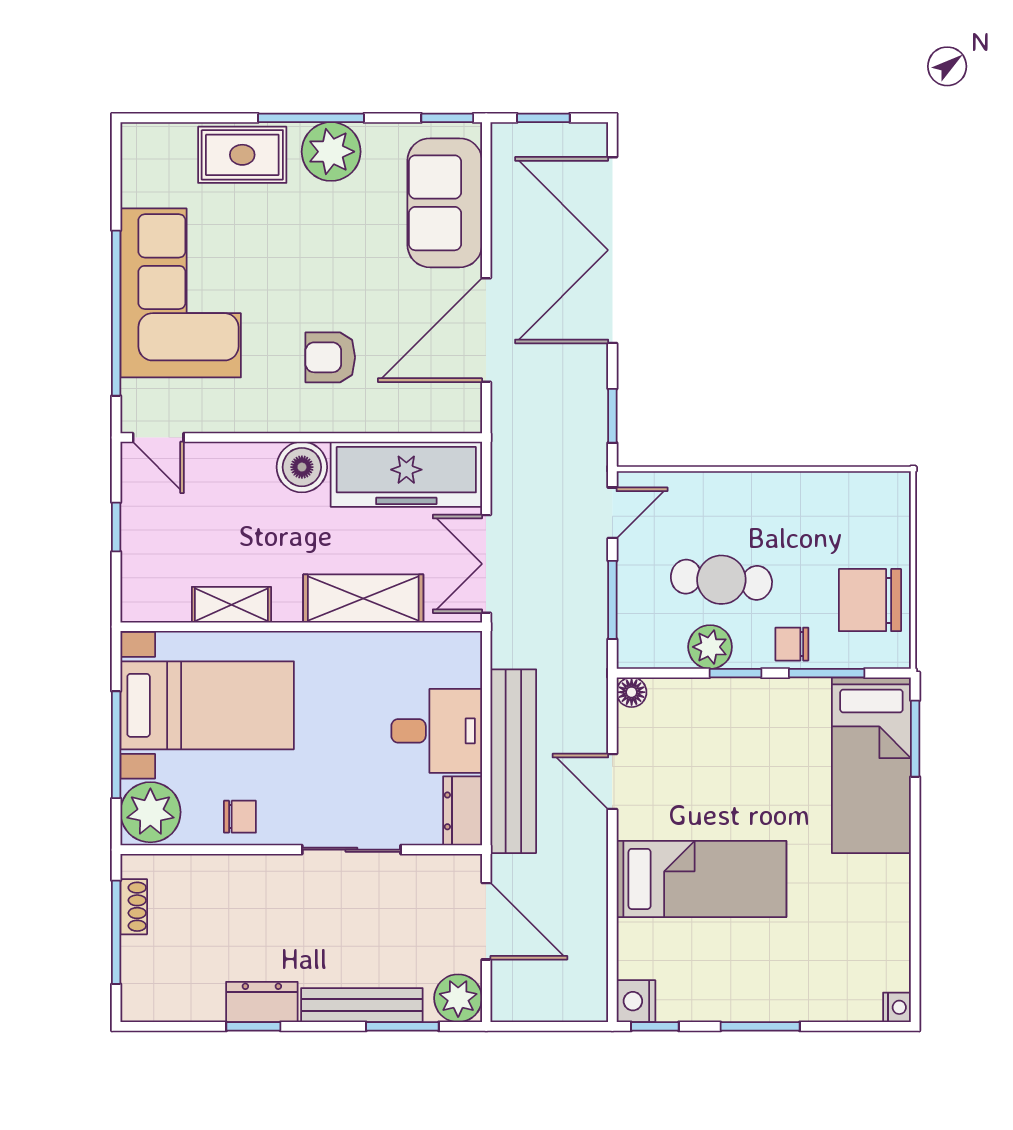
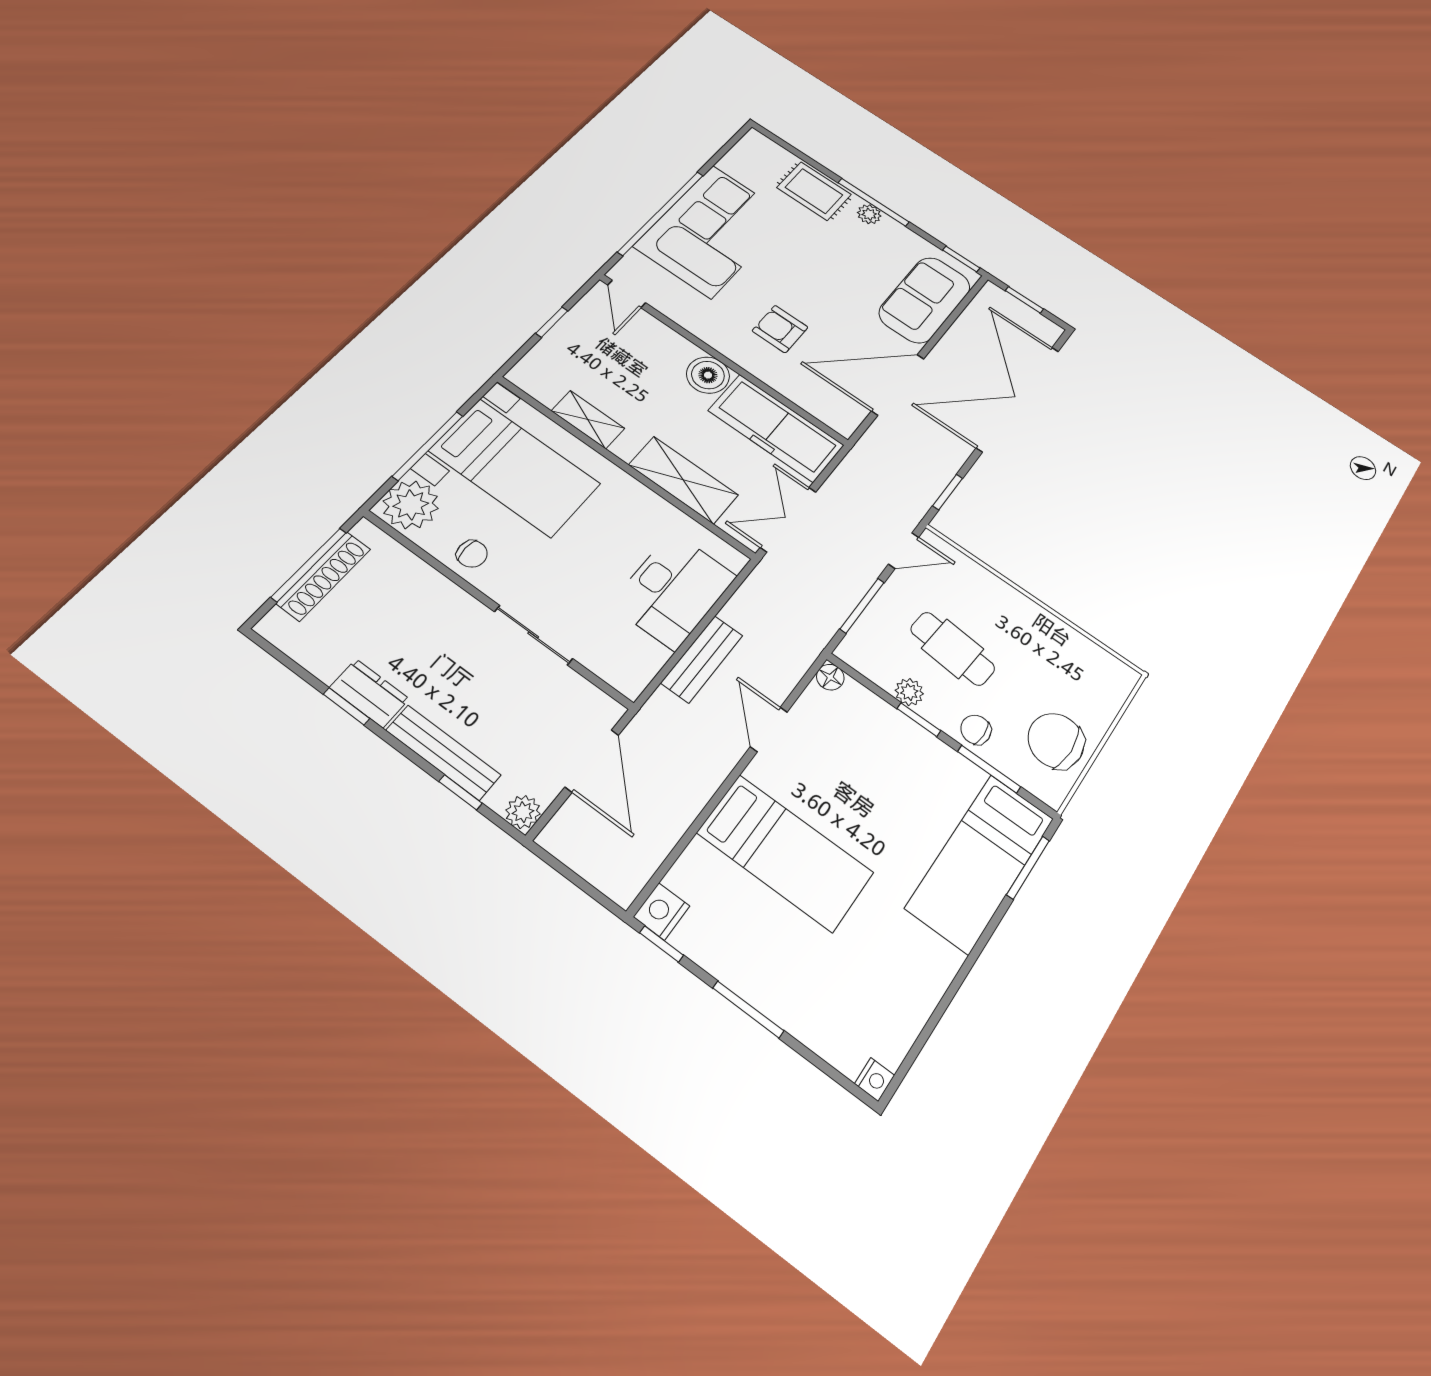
plant: (331, 152) -> (869, 214), width x0.53, depth x0.53
plant: (710, 647) -> (909, 692), width x0.73, depth x0.73
desk: (437, 731) -> (673, 590), width x1.37
bench: (513, 761) -> (702, 659), width x0.54, depth x0.82
dresser: (463, 811) -> (639, 668), removed
shoe rack: (134, 907) -> (324, 576), width x1.94, depth x1.24
plant: (458, 998) -> (523, 812), width x0.73, depth x0.73
window: (402, 1026) -> (460, 792), width x0.67

